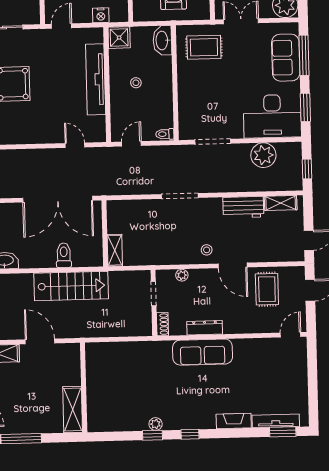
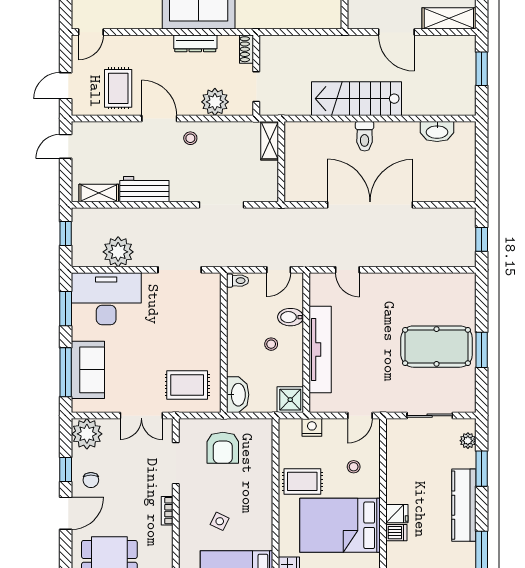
bidet: (121, 105) -> (290, 317), added
wall: (105, 233) -> (281, 162), moved
shelving: (115, 250) -> (270, 141), moved
plant: (182, 275) -> (215, 102), width x1.88, depth x1.88

